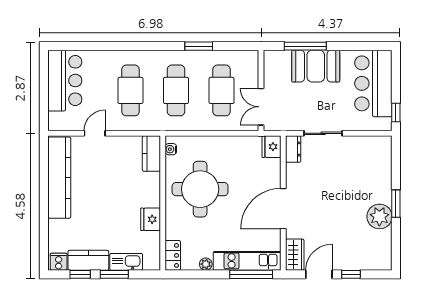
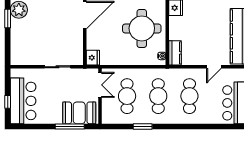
booth: (316, 66) -> (79, 113), moved
window: (396, 112) -> (8, 102), moved
dresser: (293, 149) -> (78, 56), removed

